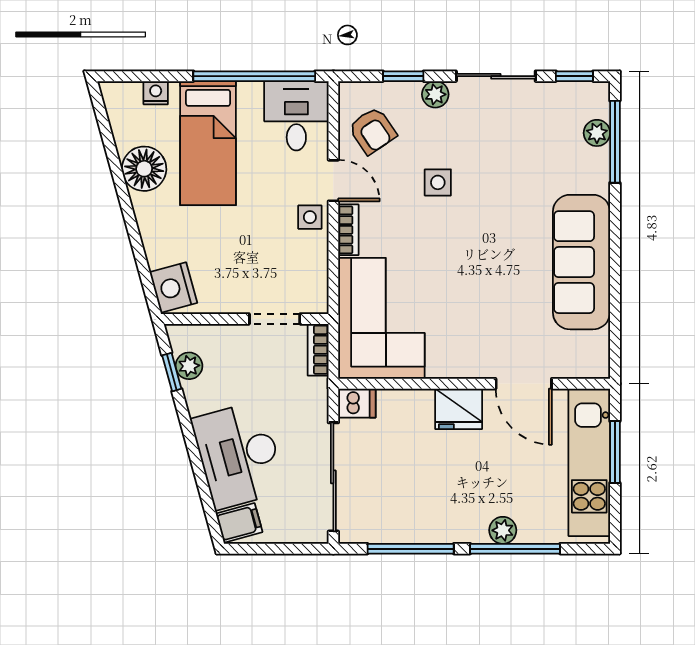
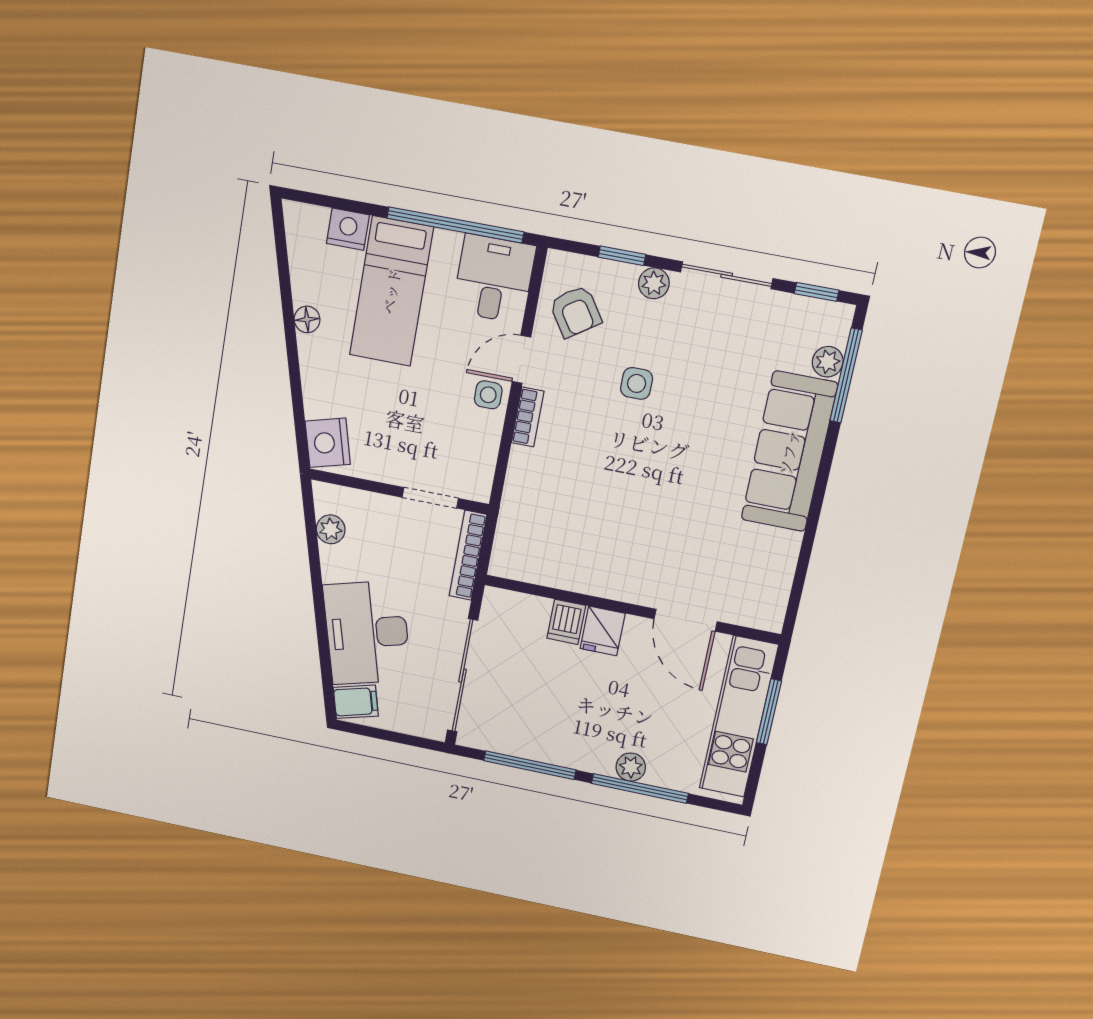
nightstand: (156, 93) -> (348, 229), width x1.39, depth x1.35
floor lamp: (144, 169) -> (307, 319), width x0.53, depth x0.53
door: (333, 181) -> (521, 359), swing flipped
sofa: (581, 262) -> (789, 452), moved
corner sofa: (381, 318) -> (545, 520), removed
bookcase: (318, 350) -> (468, 555), width x1.56
window: (172, 372) -> (311, 532), removed
dishwasher: (357, 403) -> (566, 622), moved, turned 90
fridge: (459, 409) -> (603, 631), width x0.72

